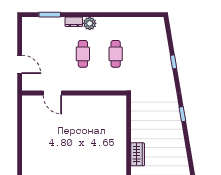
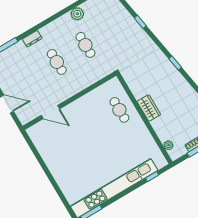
plant: (90, 23) -> (77, 14), moved
cafe table: (112, 126) -> (119, 110), added
wardrobe: (138, 154) -> (149, 108), moved

